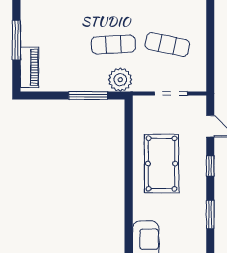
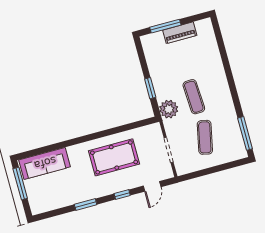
window: (16, 40) -> (165, 26), moved
piano: (29, 67) -> (180, 33), moved
window: (88, 96) -> (150, 88), width x0.69

